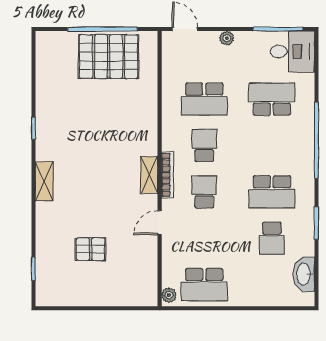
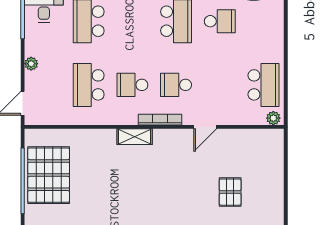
school desk: (204, 99) -> (89, 85), turned 180
shelving: (149, 175) -> (135, 137), moved
door: (160, 223) -> (205, 127), hinge flipped

